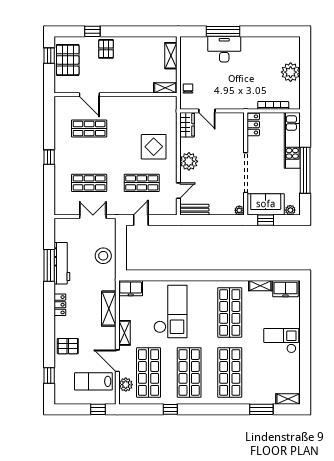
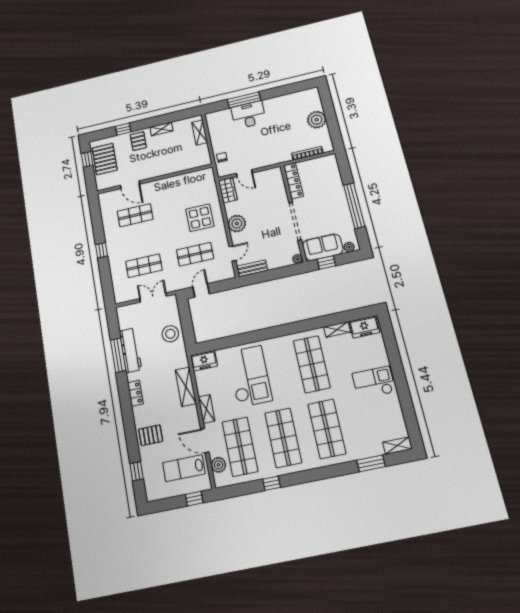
shelving: (165, 88) -> (161, 129), moved
locker: (253, 124) -> (293, 181), width x1.53
kitchen unit: (292, 140) -> (334, 181), removed

